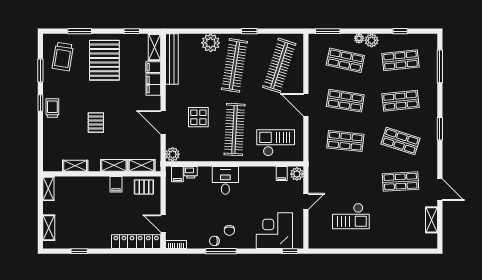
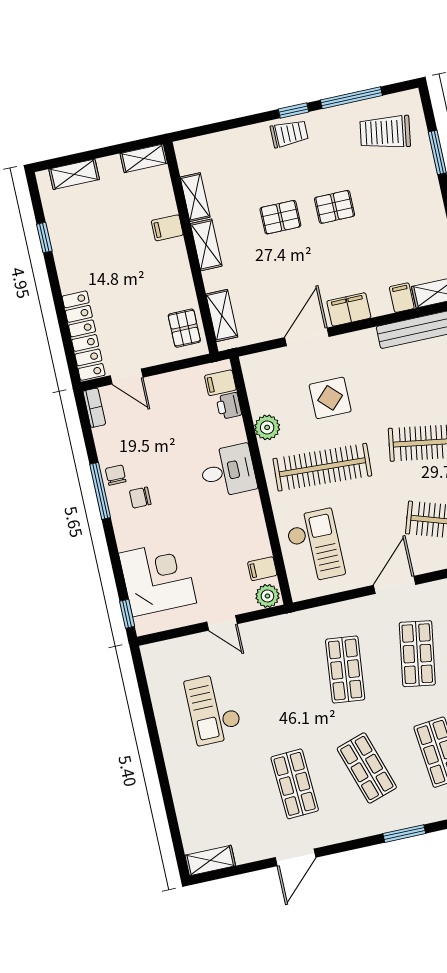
pallet: (104, 60) -> (335, 207), moved, width x0.49, depth x0.50
window: (40, 71) -> (351, 98), width x1.44
filing cabinet: (153, 85) -> (349, 309), moved
shop shelf: (400, 141) -> (367, 768), turned -36
plant: (173, 154) -> (267, 427), moved
shelving: (114, 165) -> (206, 245), moved
filing cabinet: (116, 184) -> (167, 228), moved
shelving: (432, 220) -> (210, 861), moved
door: (163, 223) -> (127, 377), swing flipped

